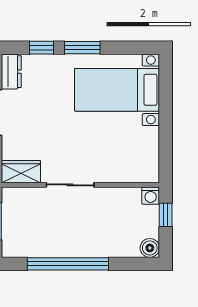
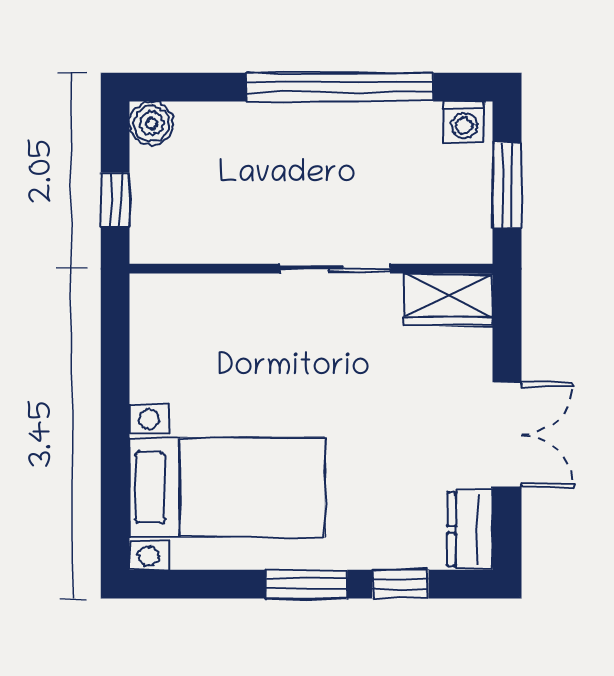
washing machine: (151, 196) -> (464, 121), moved, turned 180

